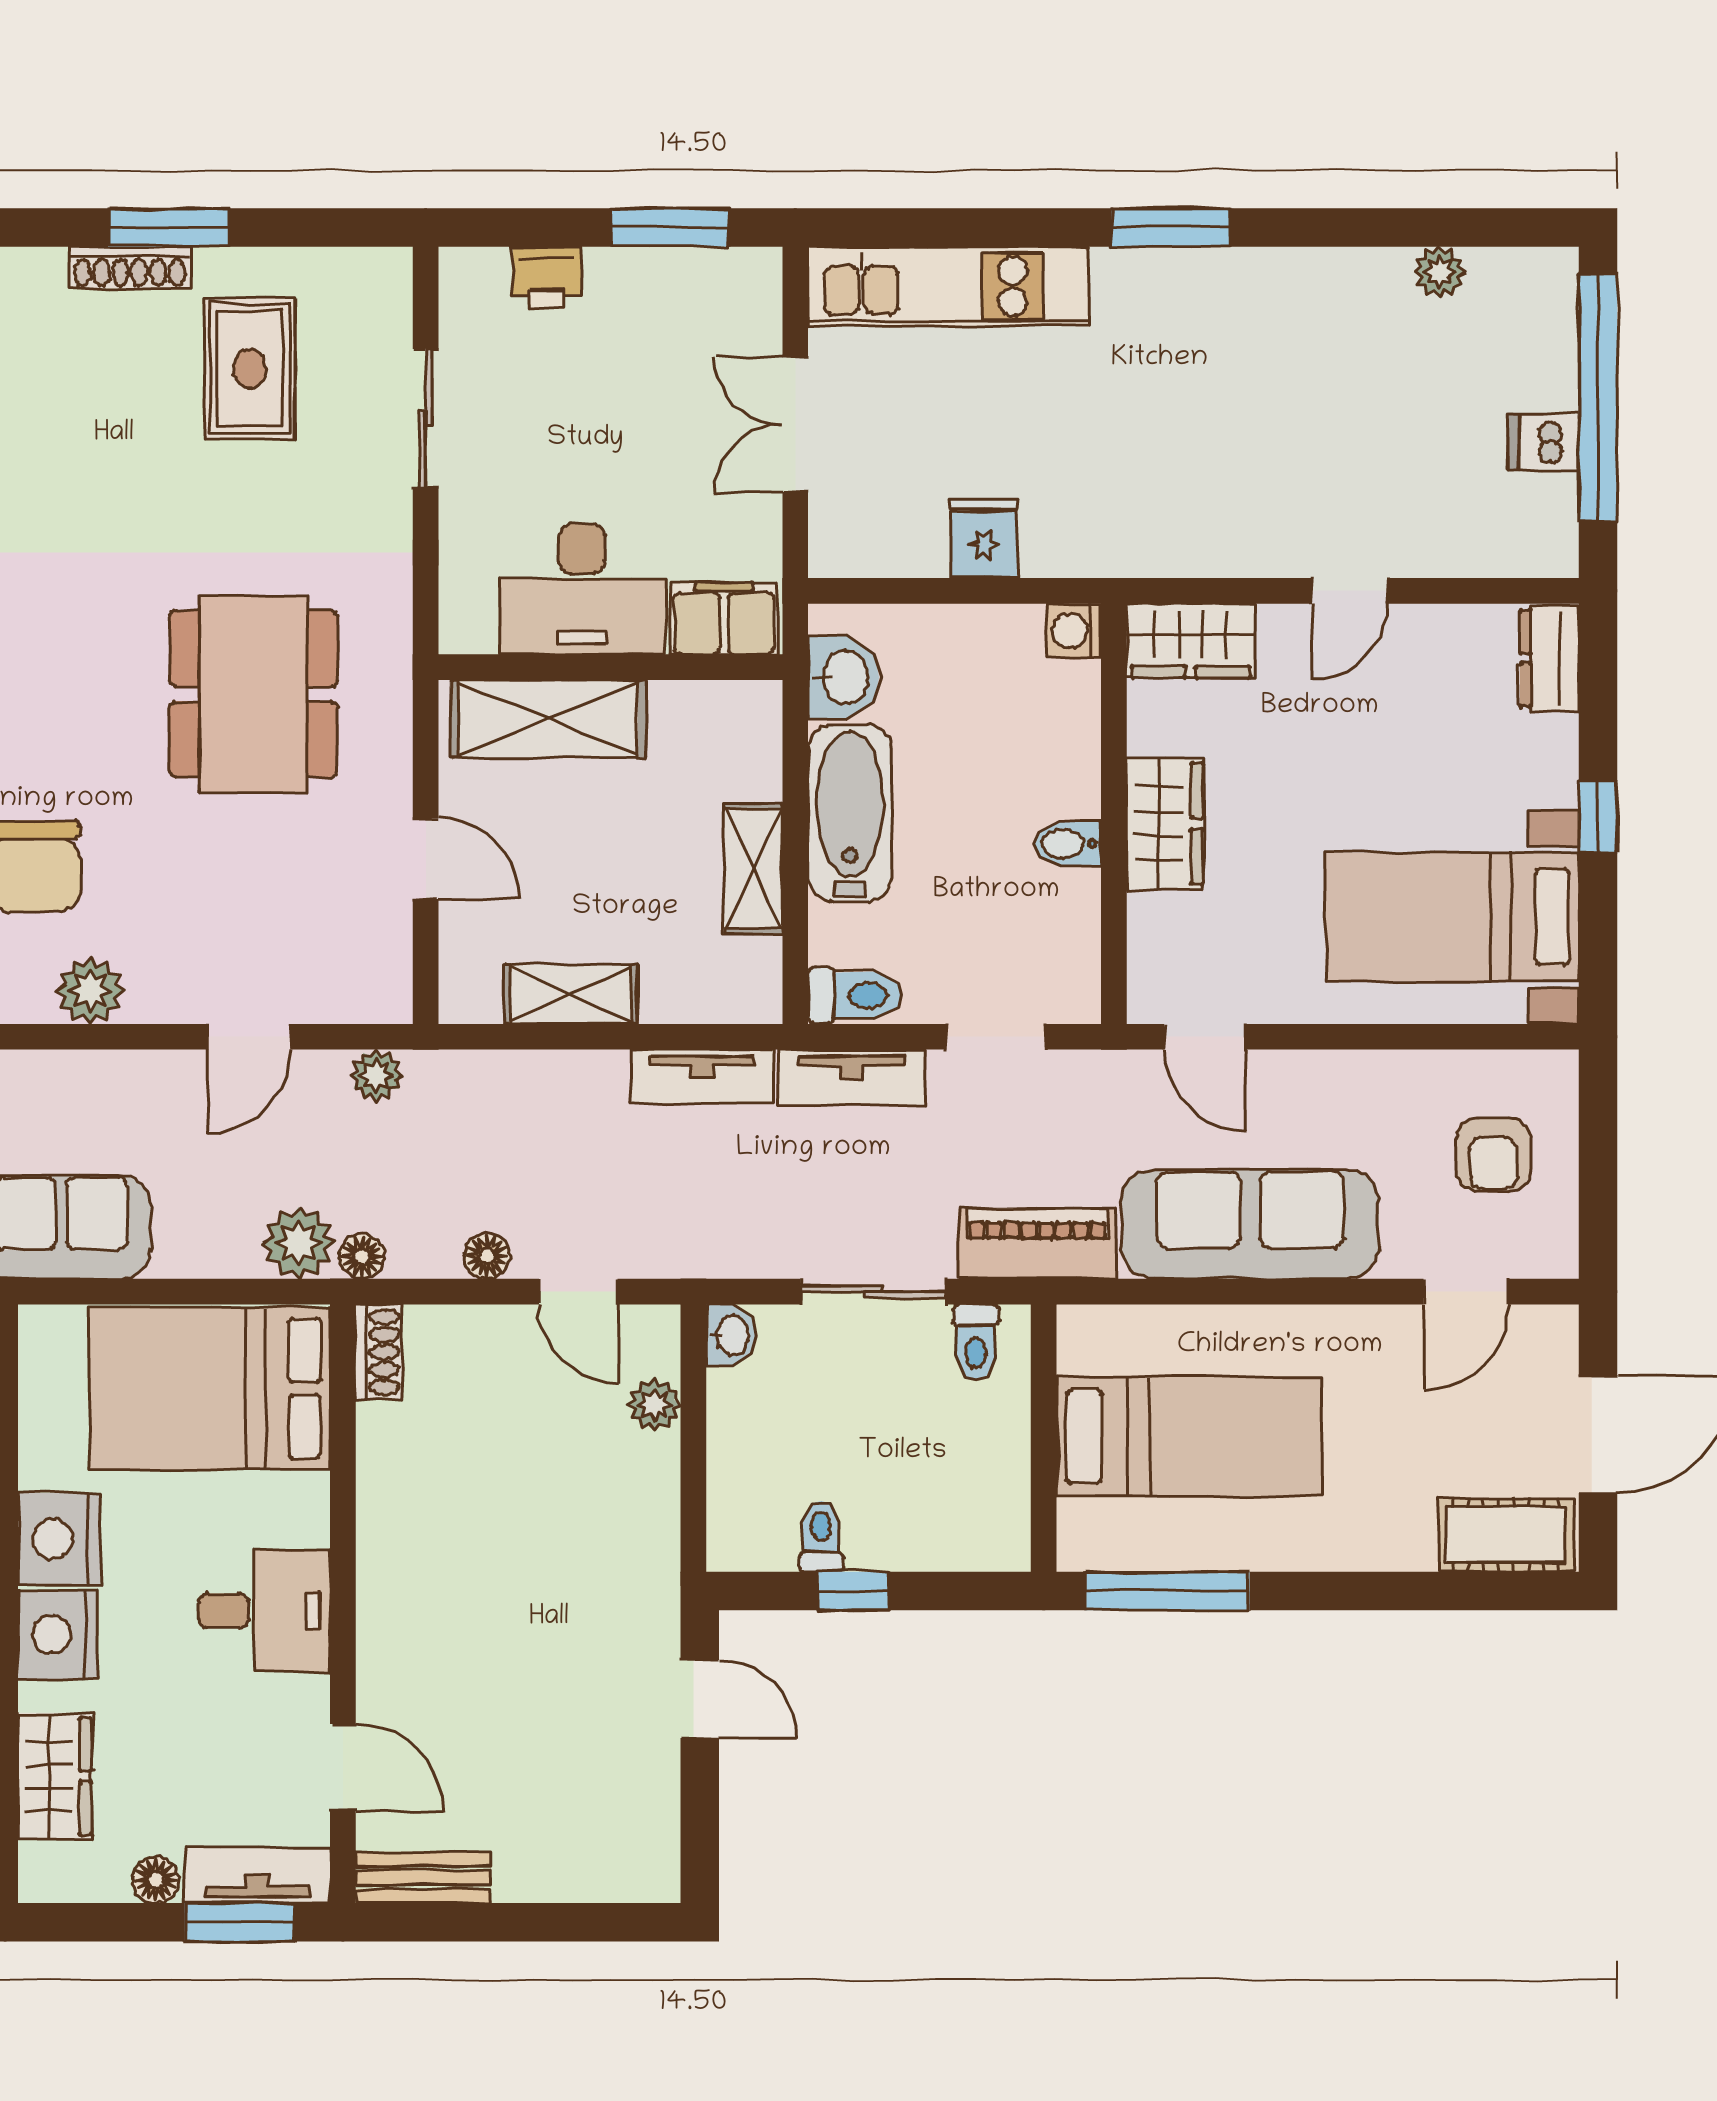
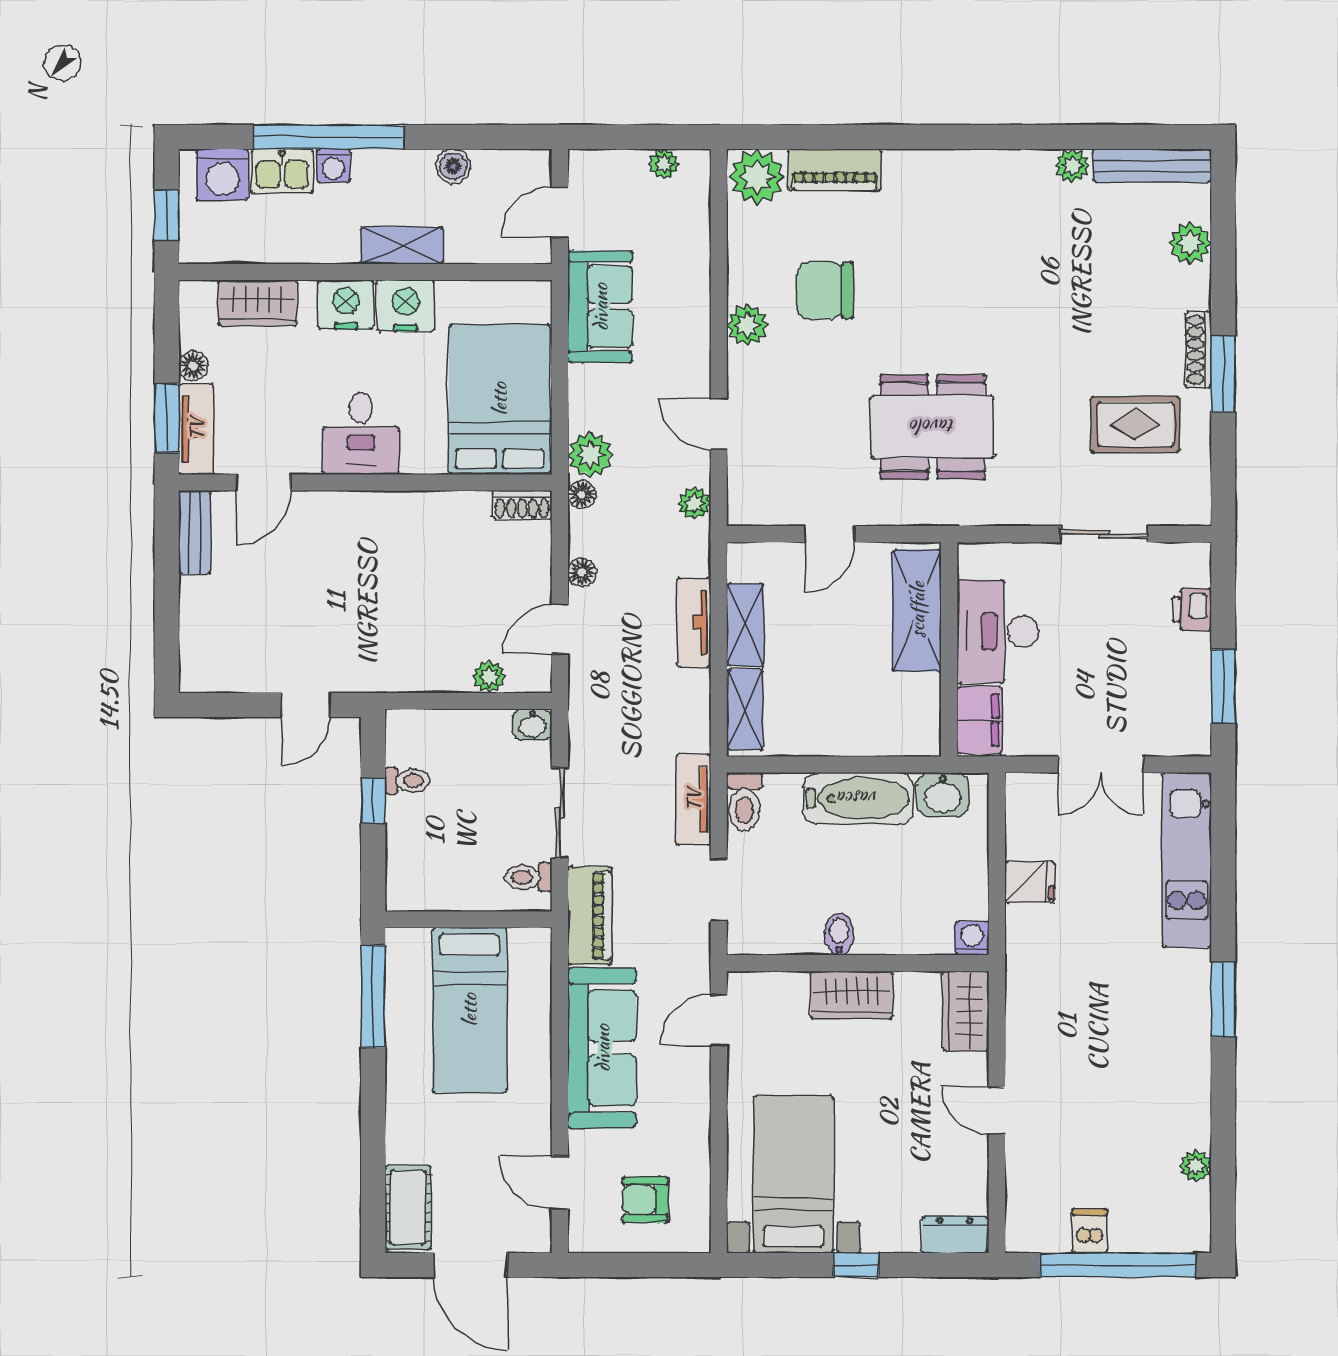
double door: (795, 424) -> (1101, 765), swing flipped
shelving: (753, 869) -> (745, 710), moved, turned 90
tv unit: (702, 1077) -> (694, 622), moved

